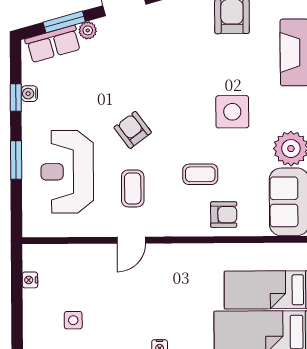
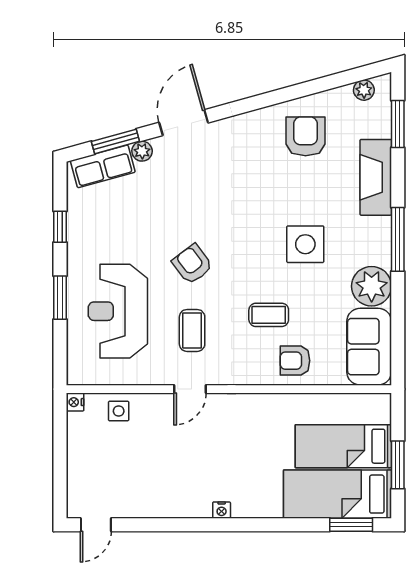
water cooler: (29, 94) -> (76, 222), removed
armchair: (224, 215) -> (295, 361), turned 180
nightstand: (30, 280) -> (75, 402), moved
side table: (73, 320) -> (119, 411), moved

